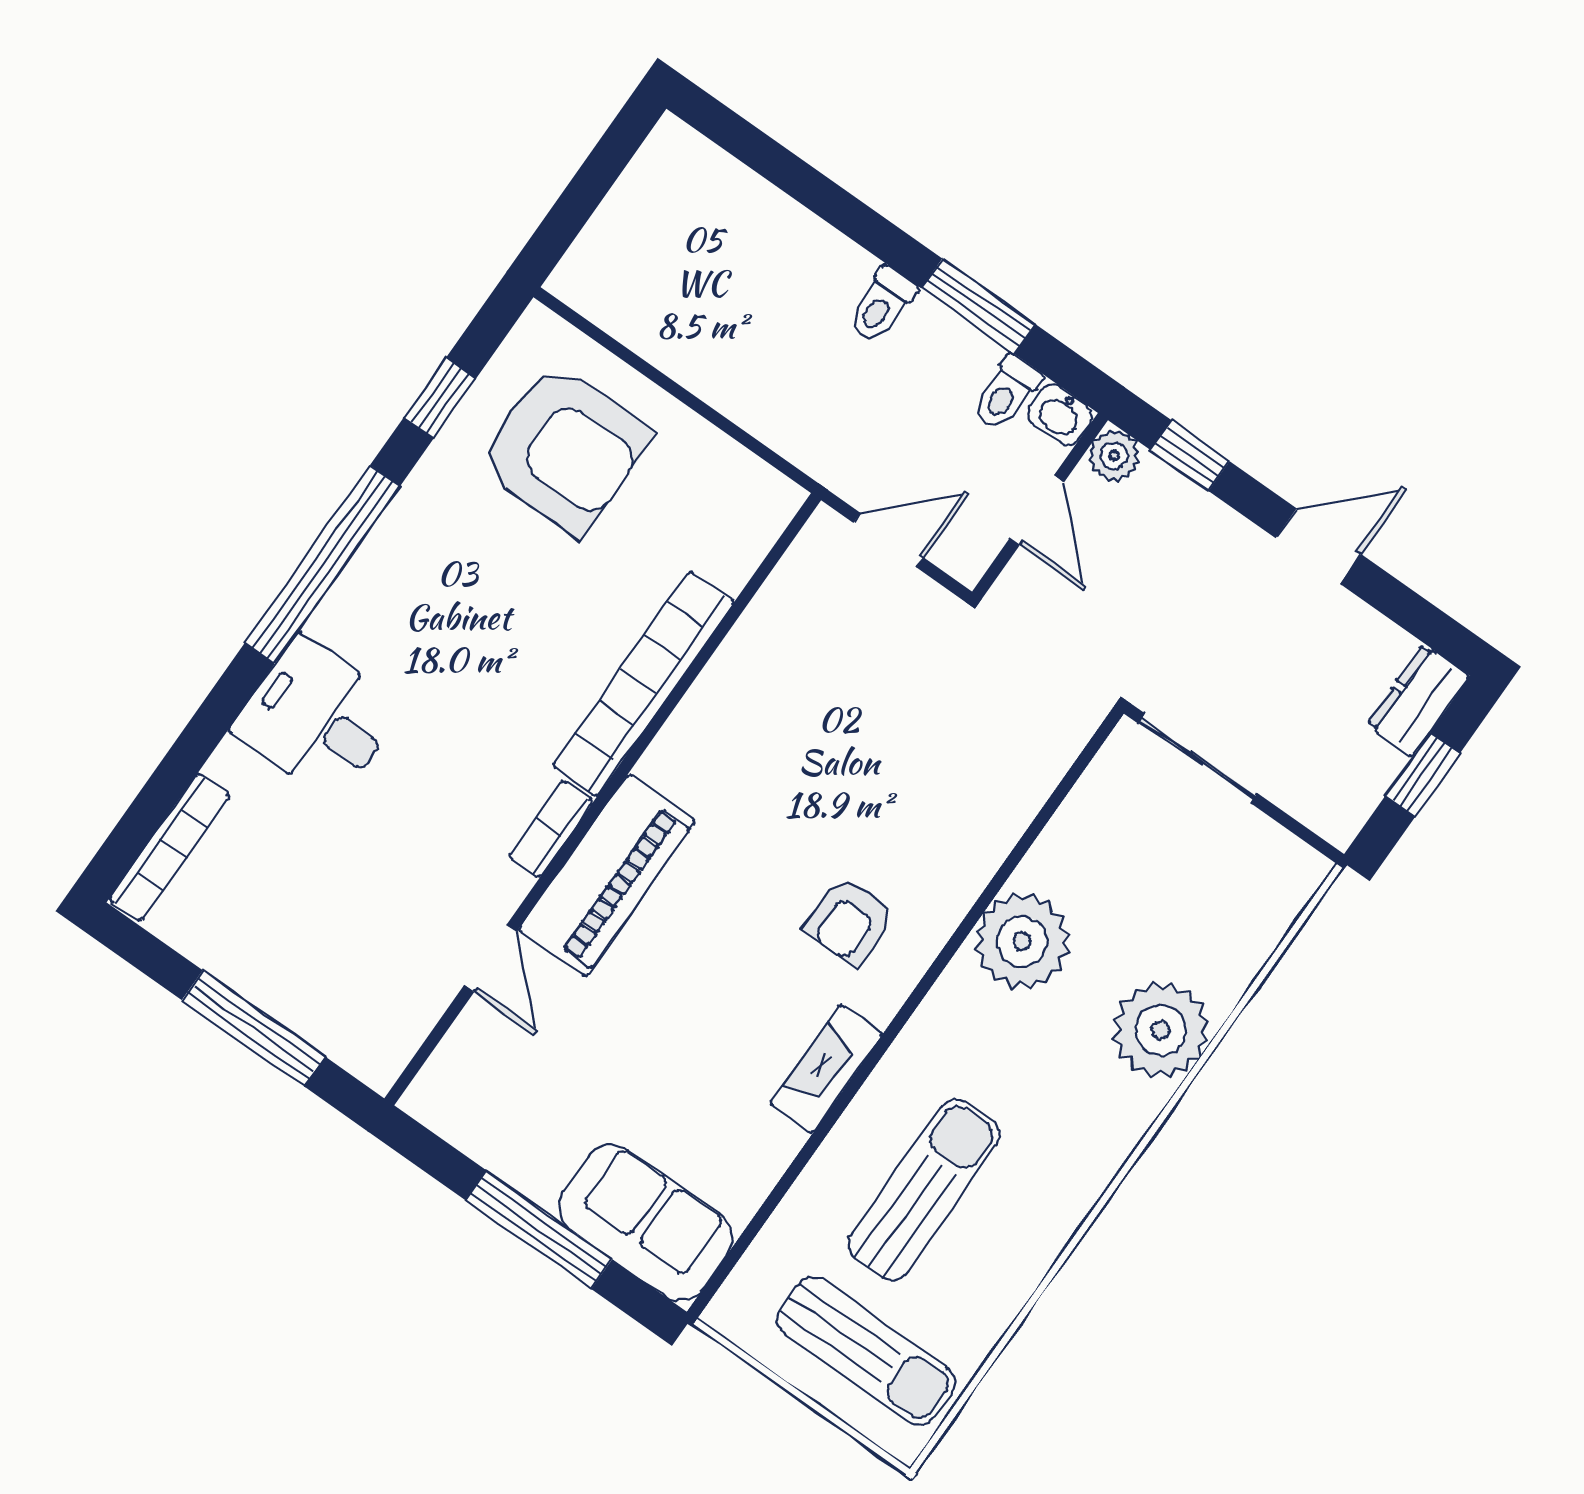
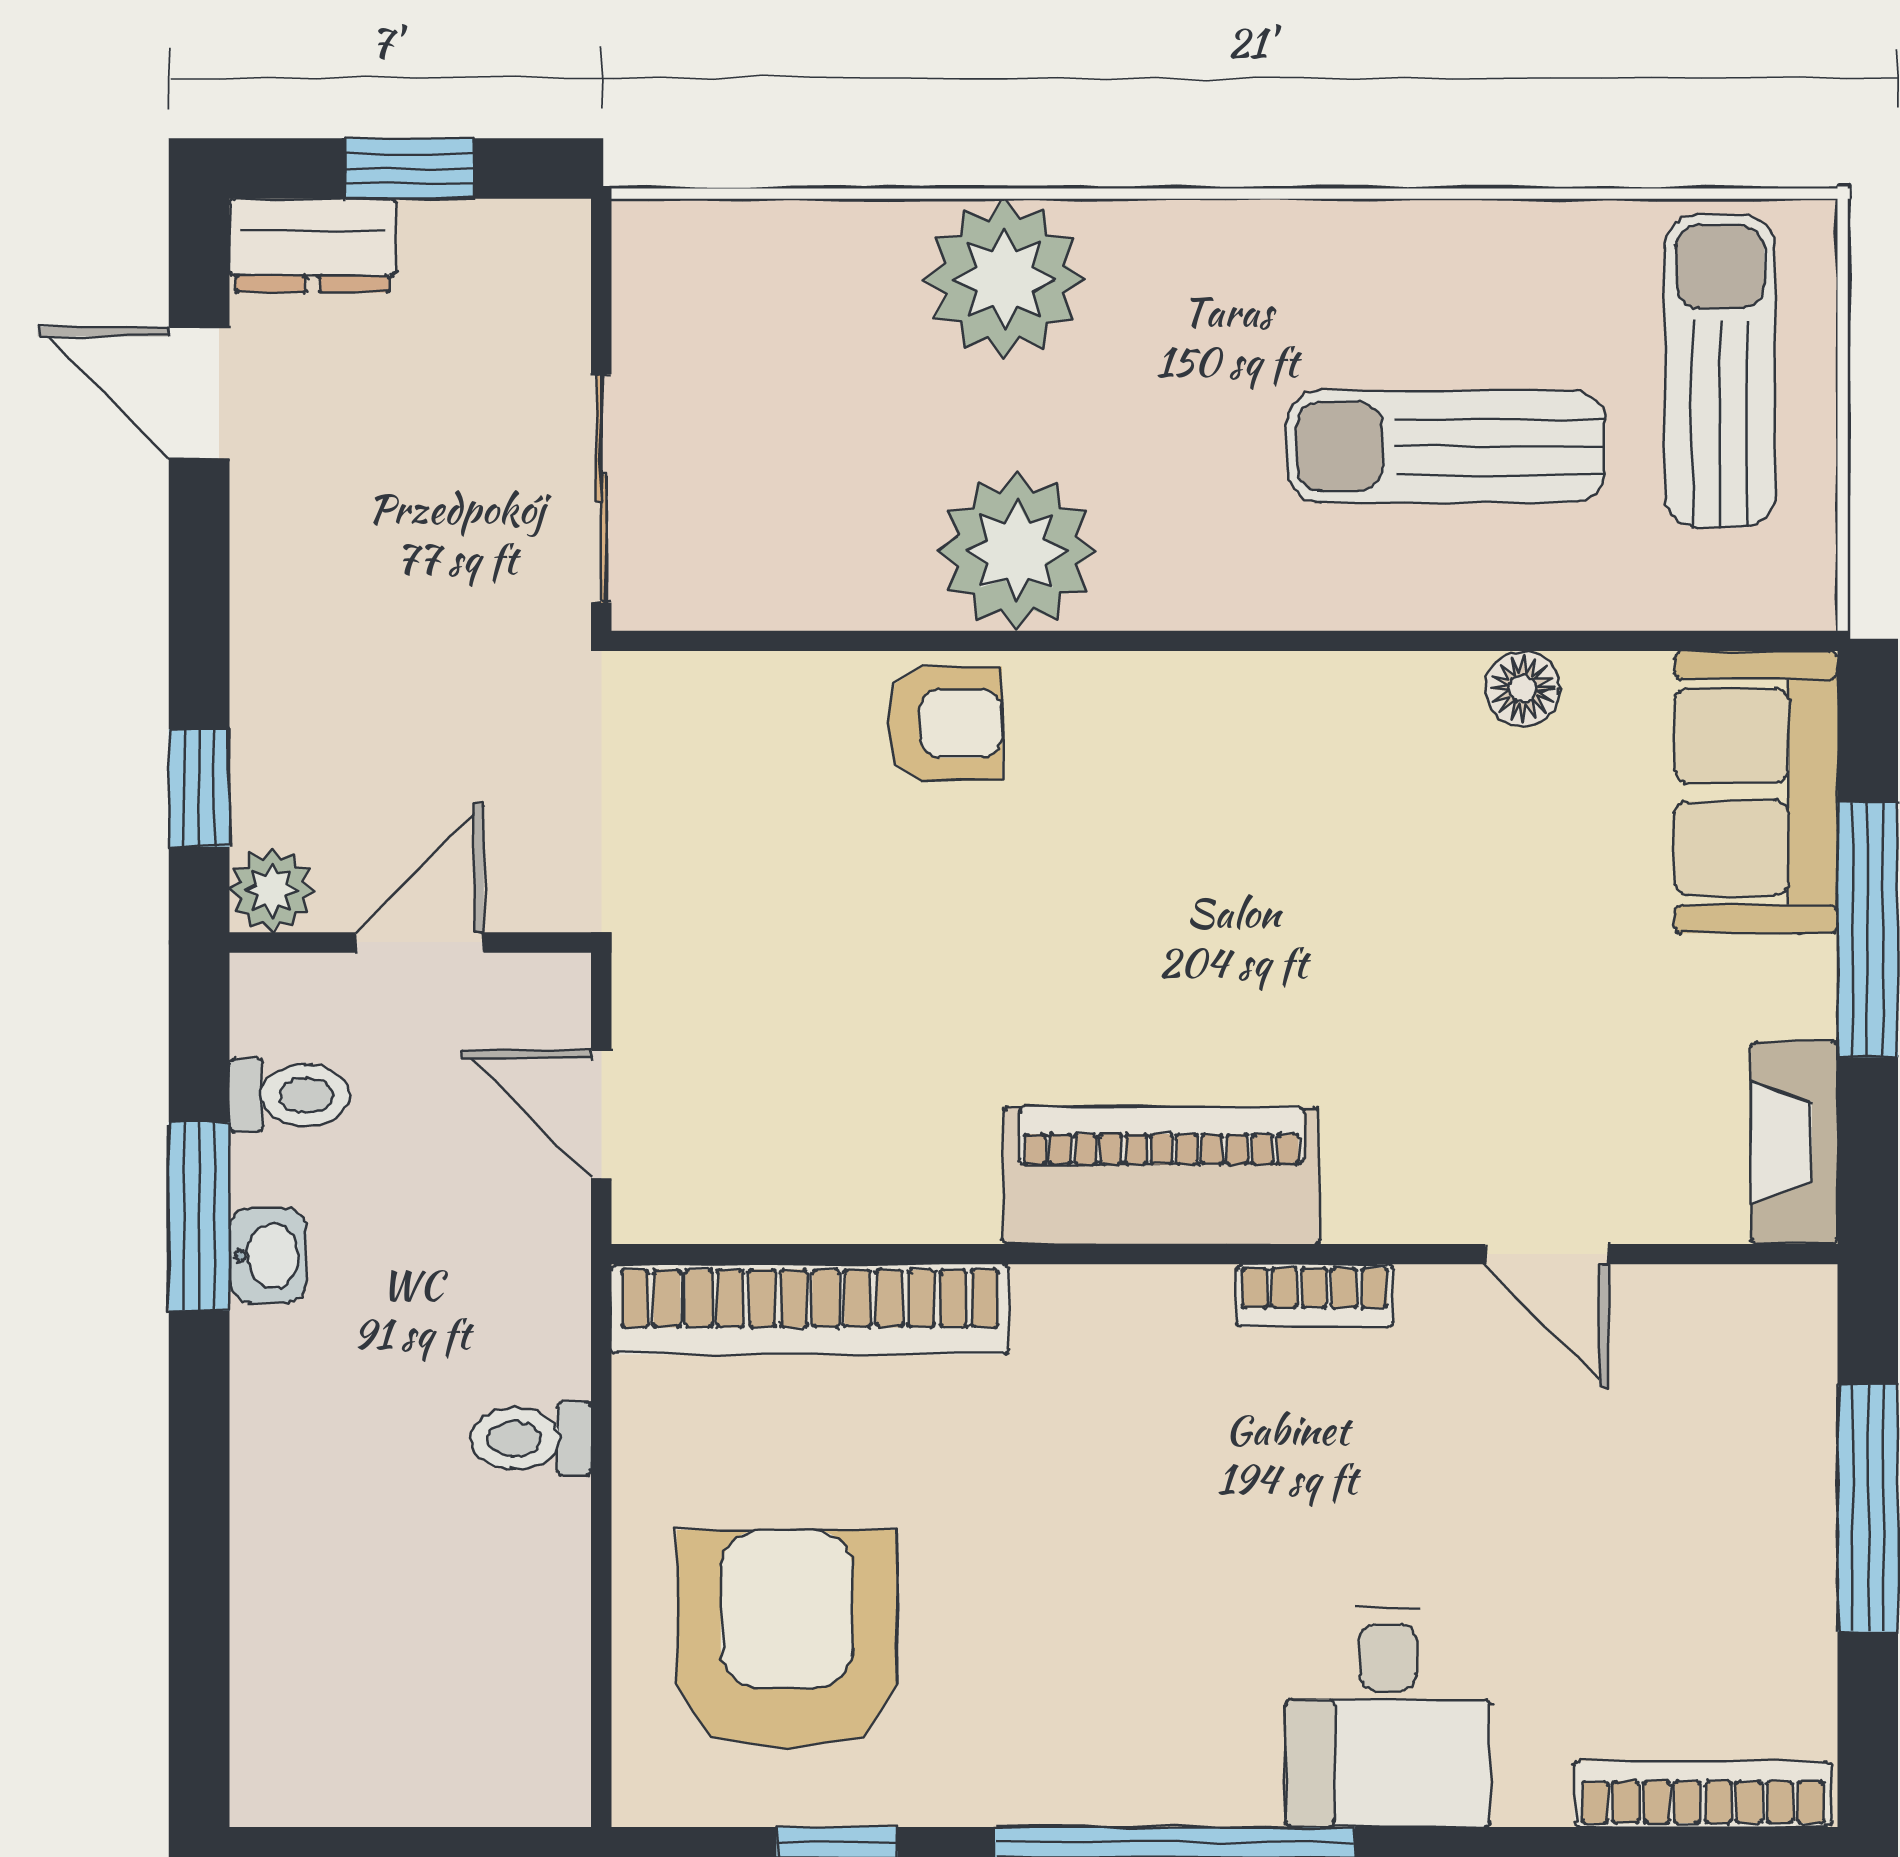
toilet: (882, 305) -> (531, 1439), moved, turned 180
washbasin: (1060, 415) -> (268, 1256), moved
door: (1318, 546) -> (199, 393), moved
bookcase: (643, 684) -> (810, 1309), moved
piano: (607, 875) -> (1161, 1175), moved
armchair: (850, 921) -> (945, 724), moved
door: (491, 958) -> (1547, 1254), swing flipped
fireplace: (826, 1069) -> (1794, 1143), moved, turned 90
floor lamp: (778, 1143) -> (1523, 689), added

